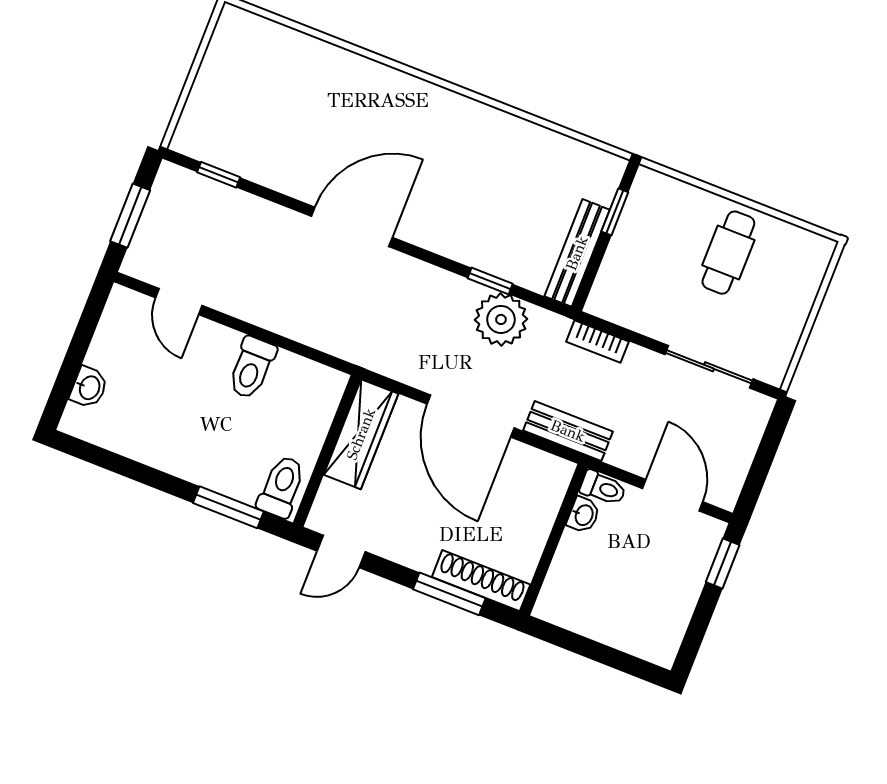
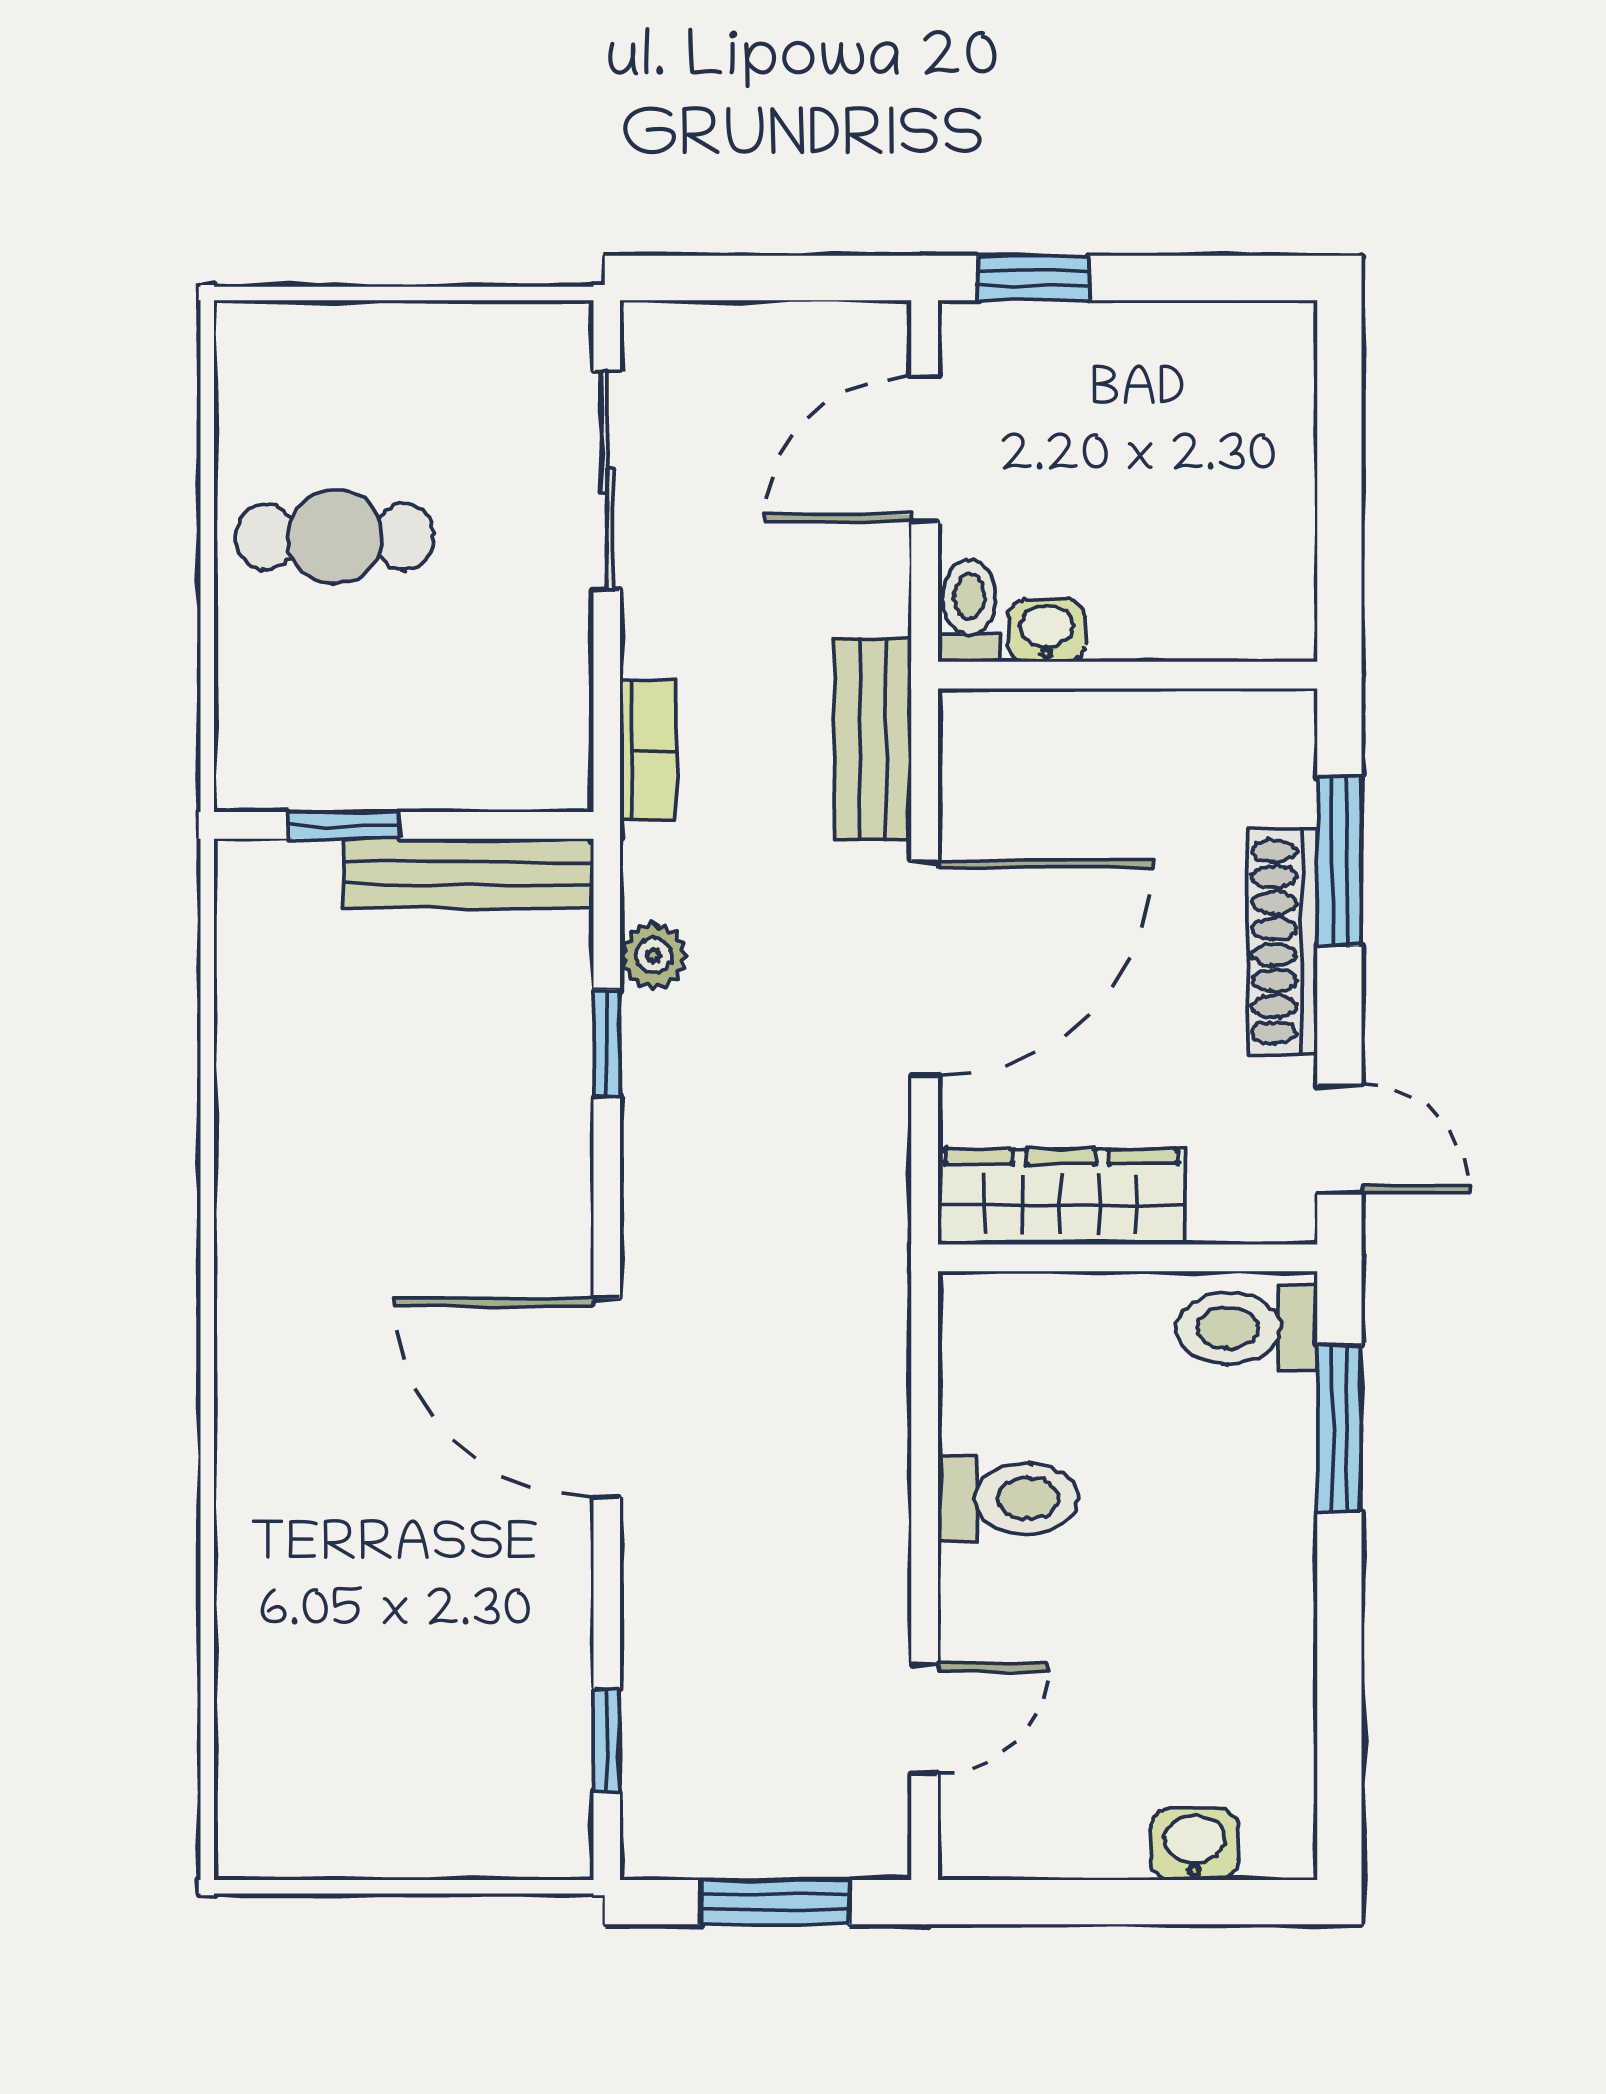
plant: (501, 319) -> (654, 956), width x0.53, depth x0.53
shoe rack: (481, 581) -> (1282, 942), moved

